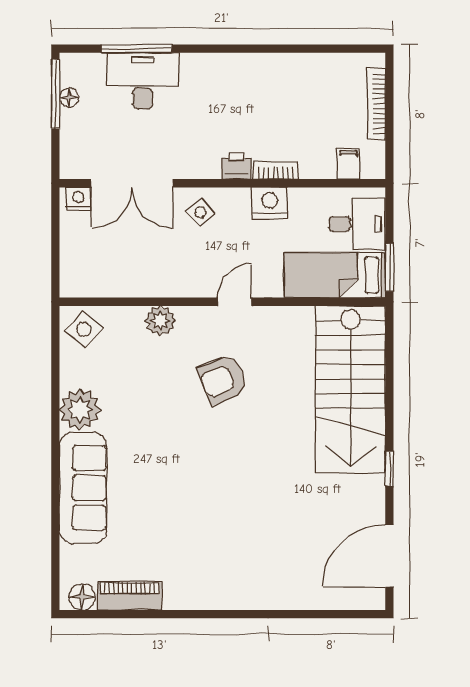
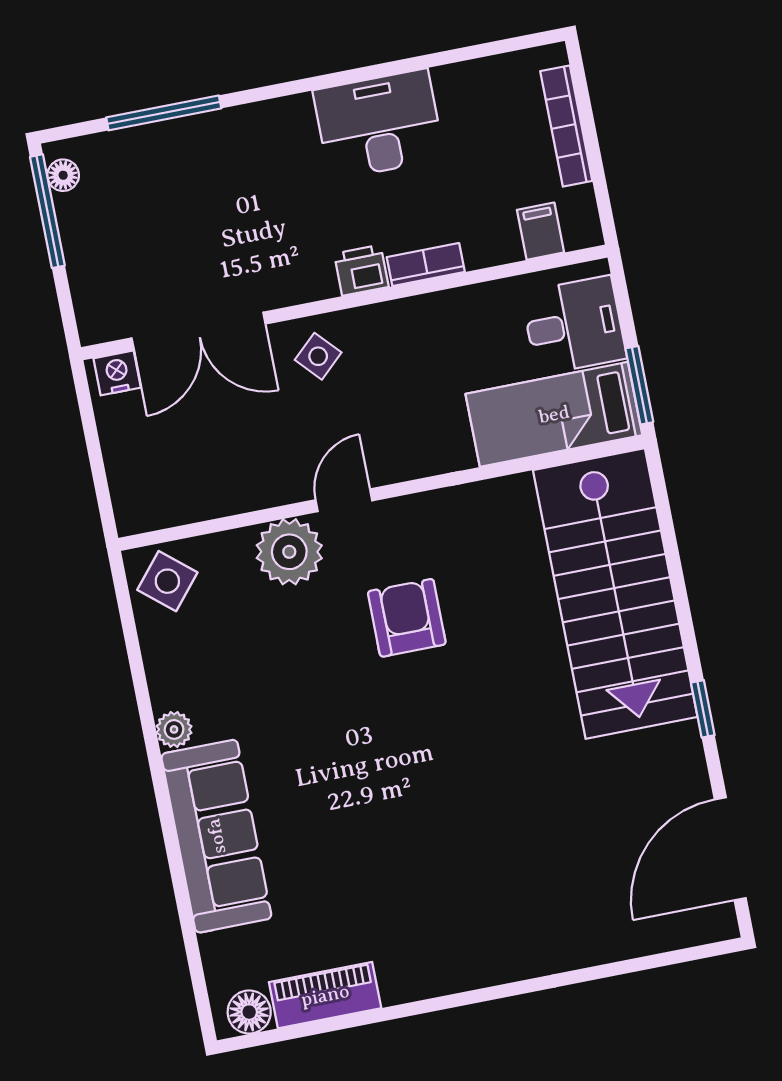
desk: (143, 81) -> (379, 125), moved
floor lamp: (69, 97) -> (63, 175), moved
nightstand: (270, 203) -> (427, 319), removed
door: (235, 302) -> (344, 500), moved
plant: (160, 321) -> (289, 552), width x1.36, depth x1.36
armchair: (223, 380) -> (407, 618), turned 112
plant: (80, 409) -> (174, 729), width x0.53, depth x0.53

